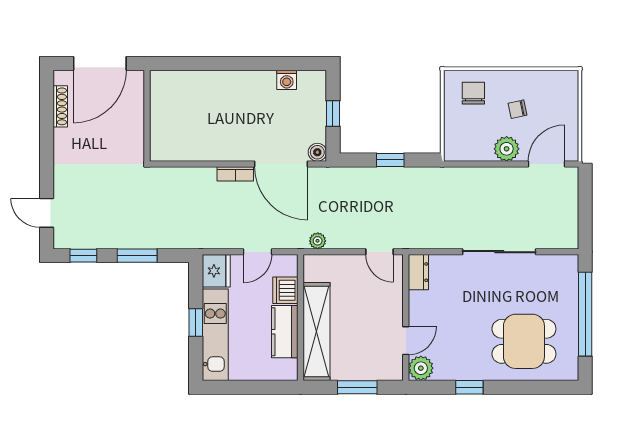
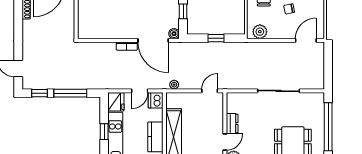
plant: (507, 149) -> (260, 32), moved
door: (379, 252) -> (210, 91), swing flipped
window: (137, 256) -> (70, 93), width x1.44
dresser: (418, 272) -> (232, 124), moved
dishwasher: (285, 290) -> (156, 100), moved

